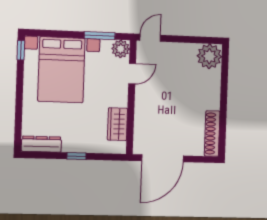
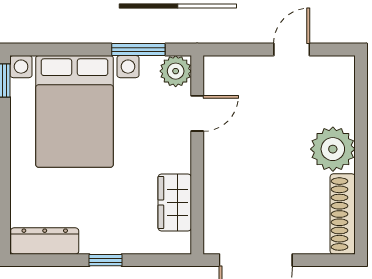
door: (150, 38) -> (292, 50), moved
plant: (209, 56) -> (333, 149), moved

